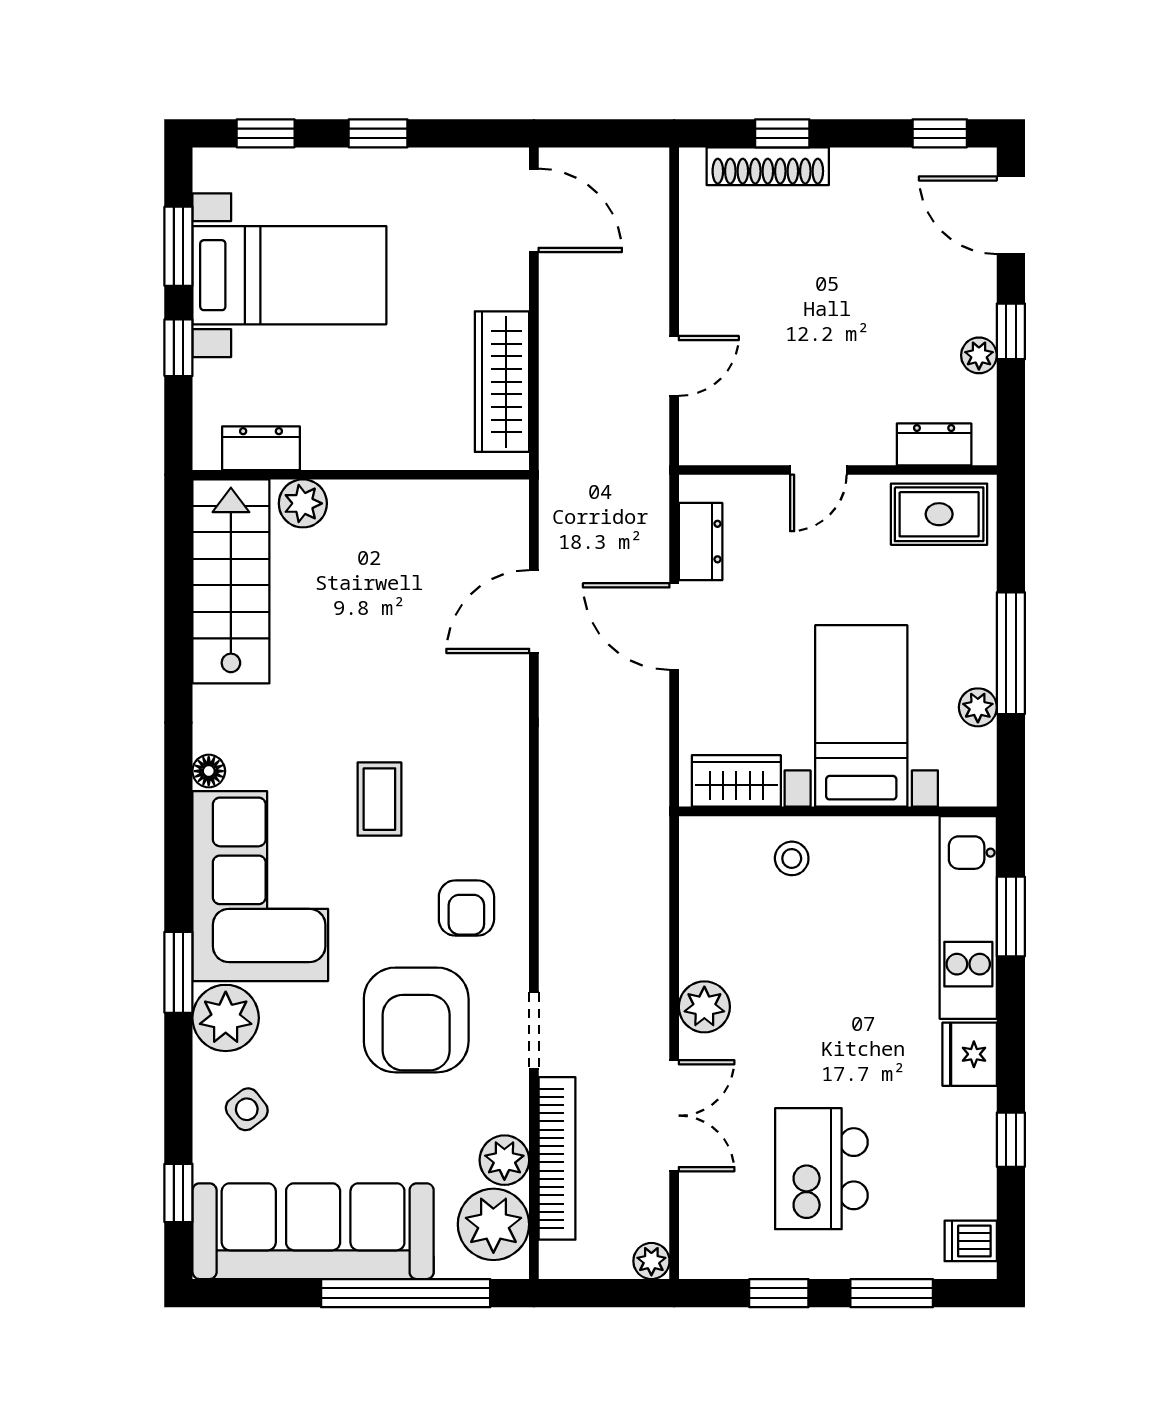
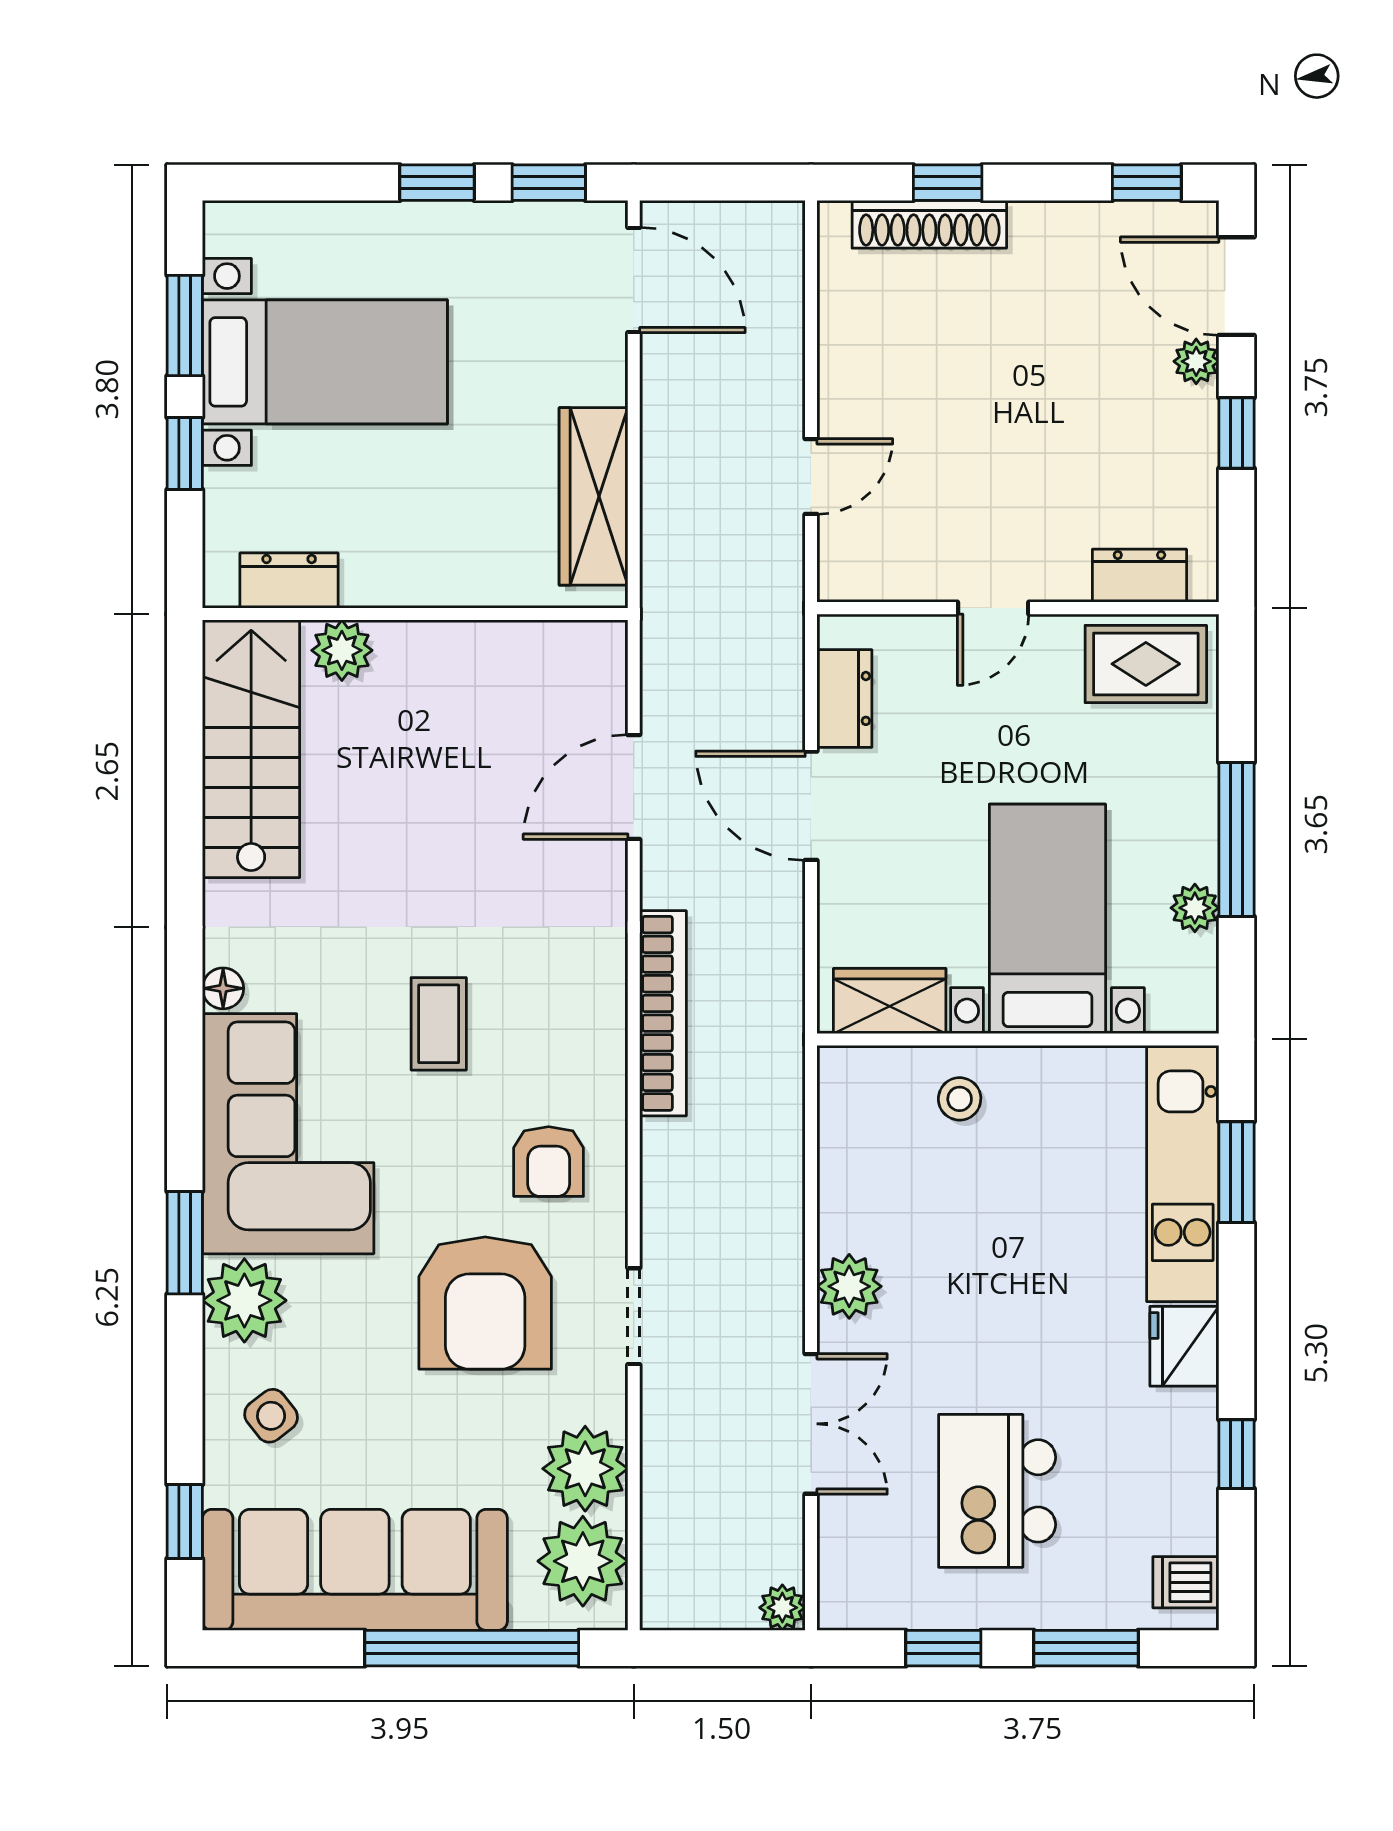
window: (266, 133) -> (549, 183), moved
plant: (979, 355) -> (1196, 361), moved
bookcase: (557, 1158) -> (663, 1013), moved
plant: (504, 1160) -> (585, 1469), width x1.36, depth x1.36

